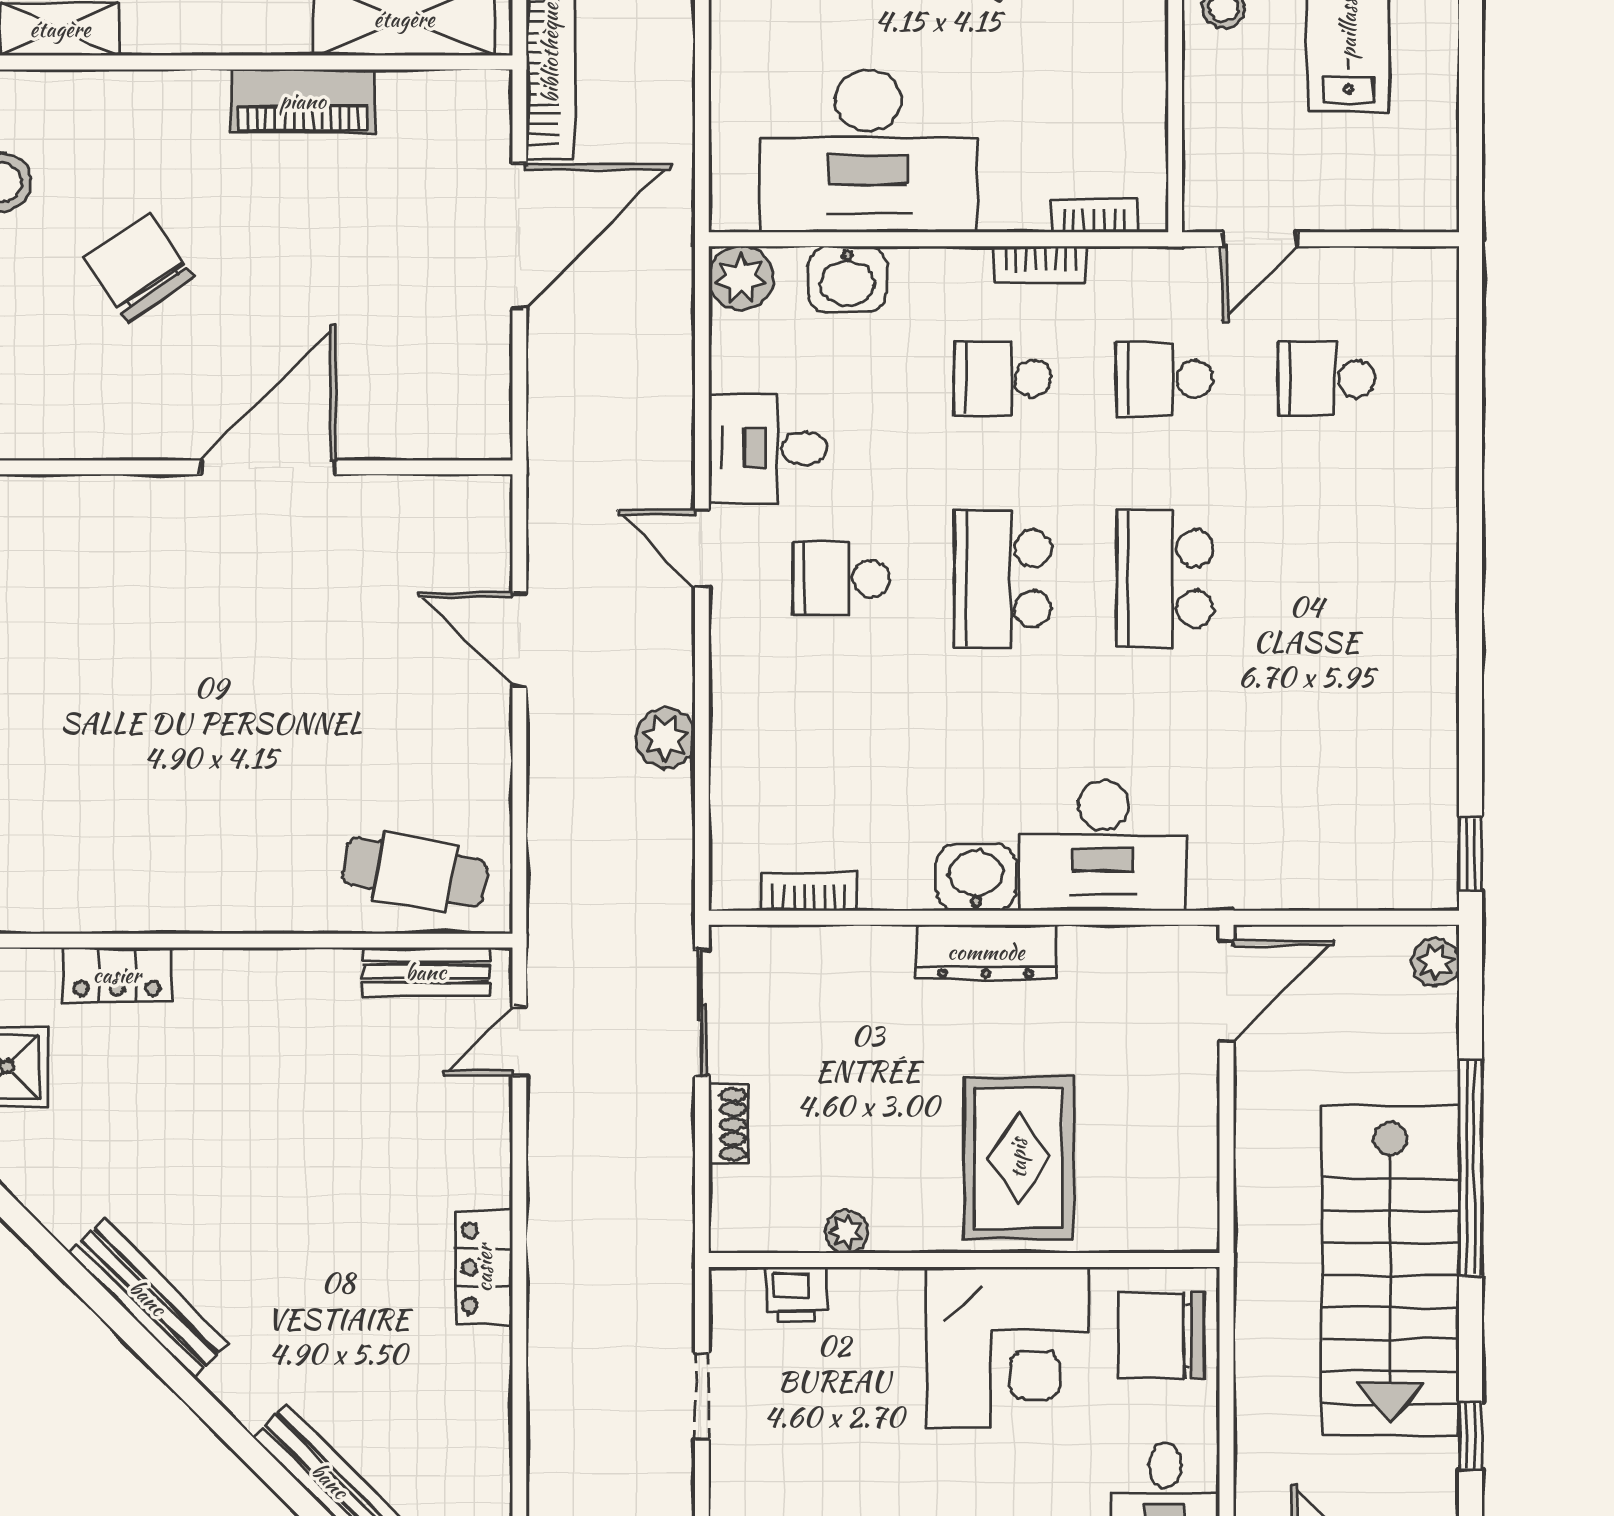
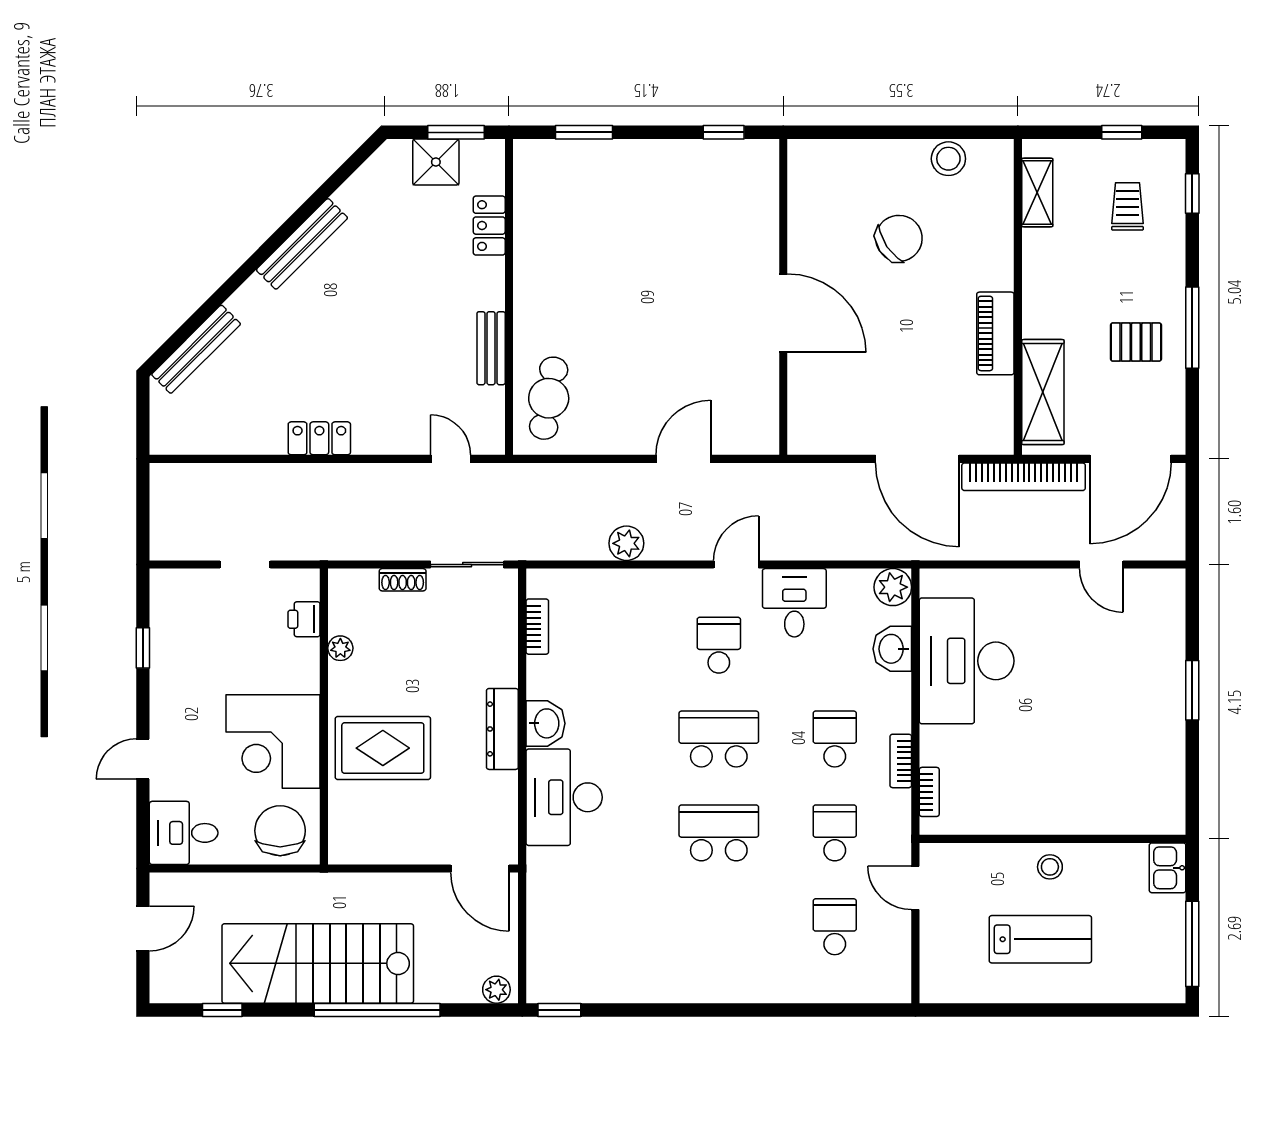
bench: (426, 972) -> (491, 348), moved

